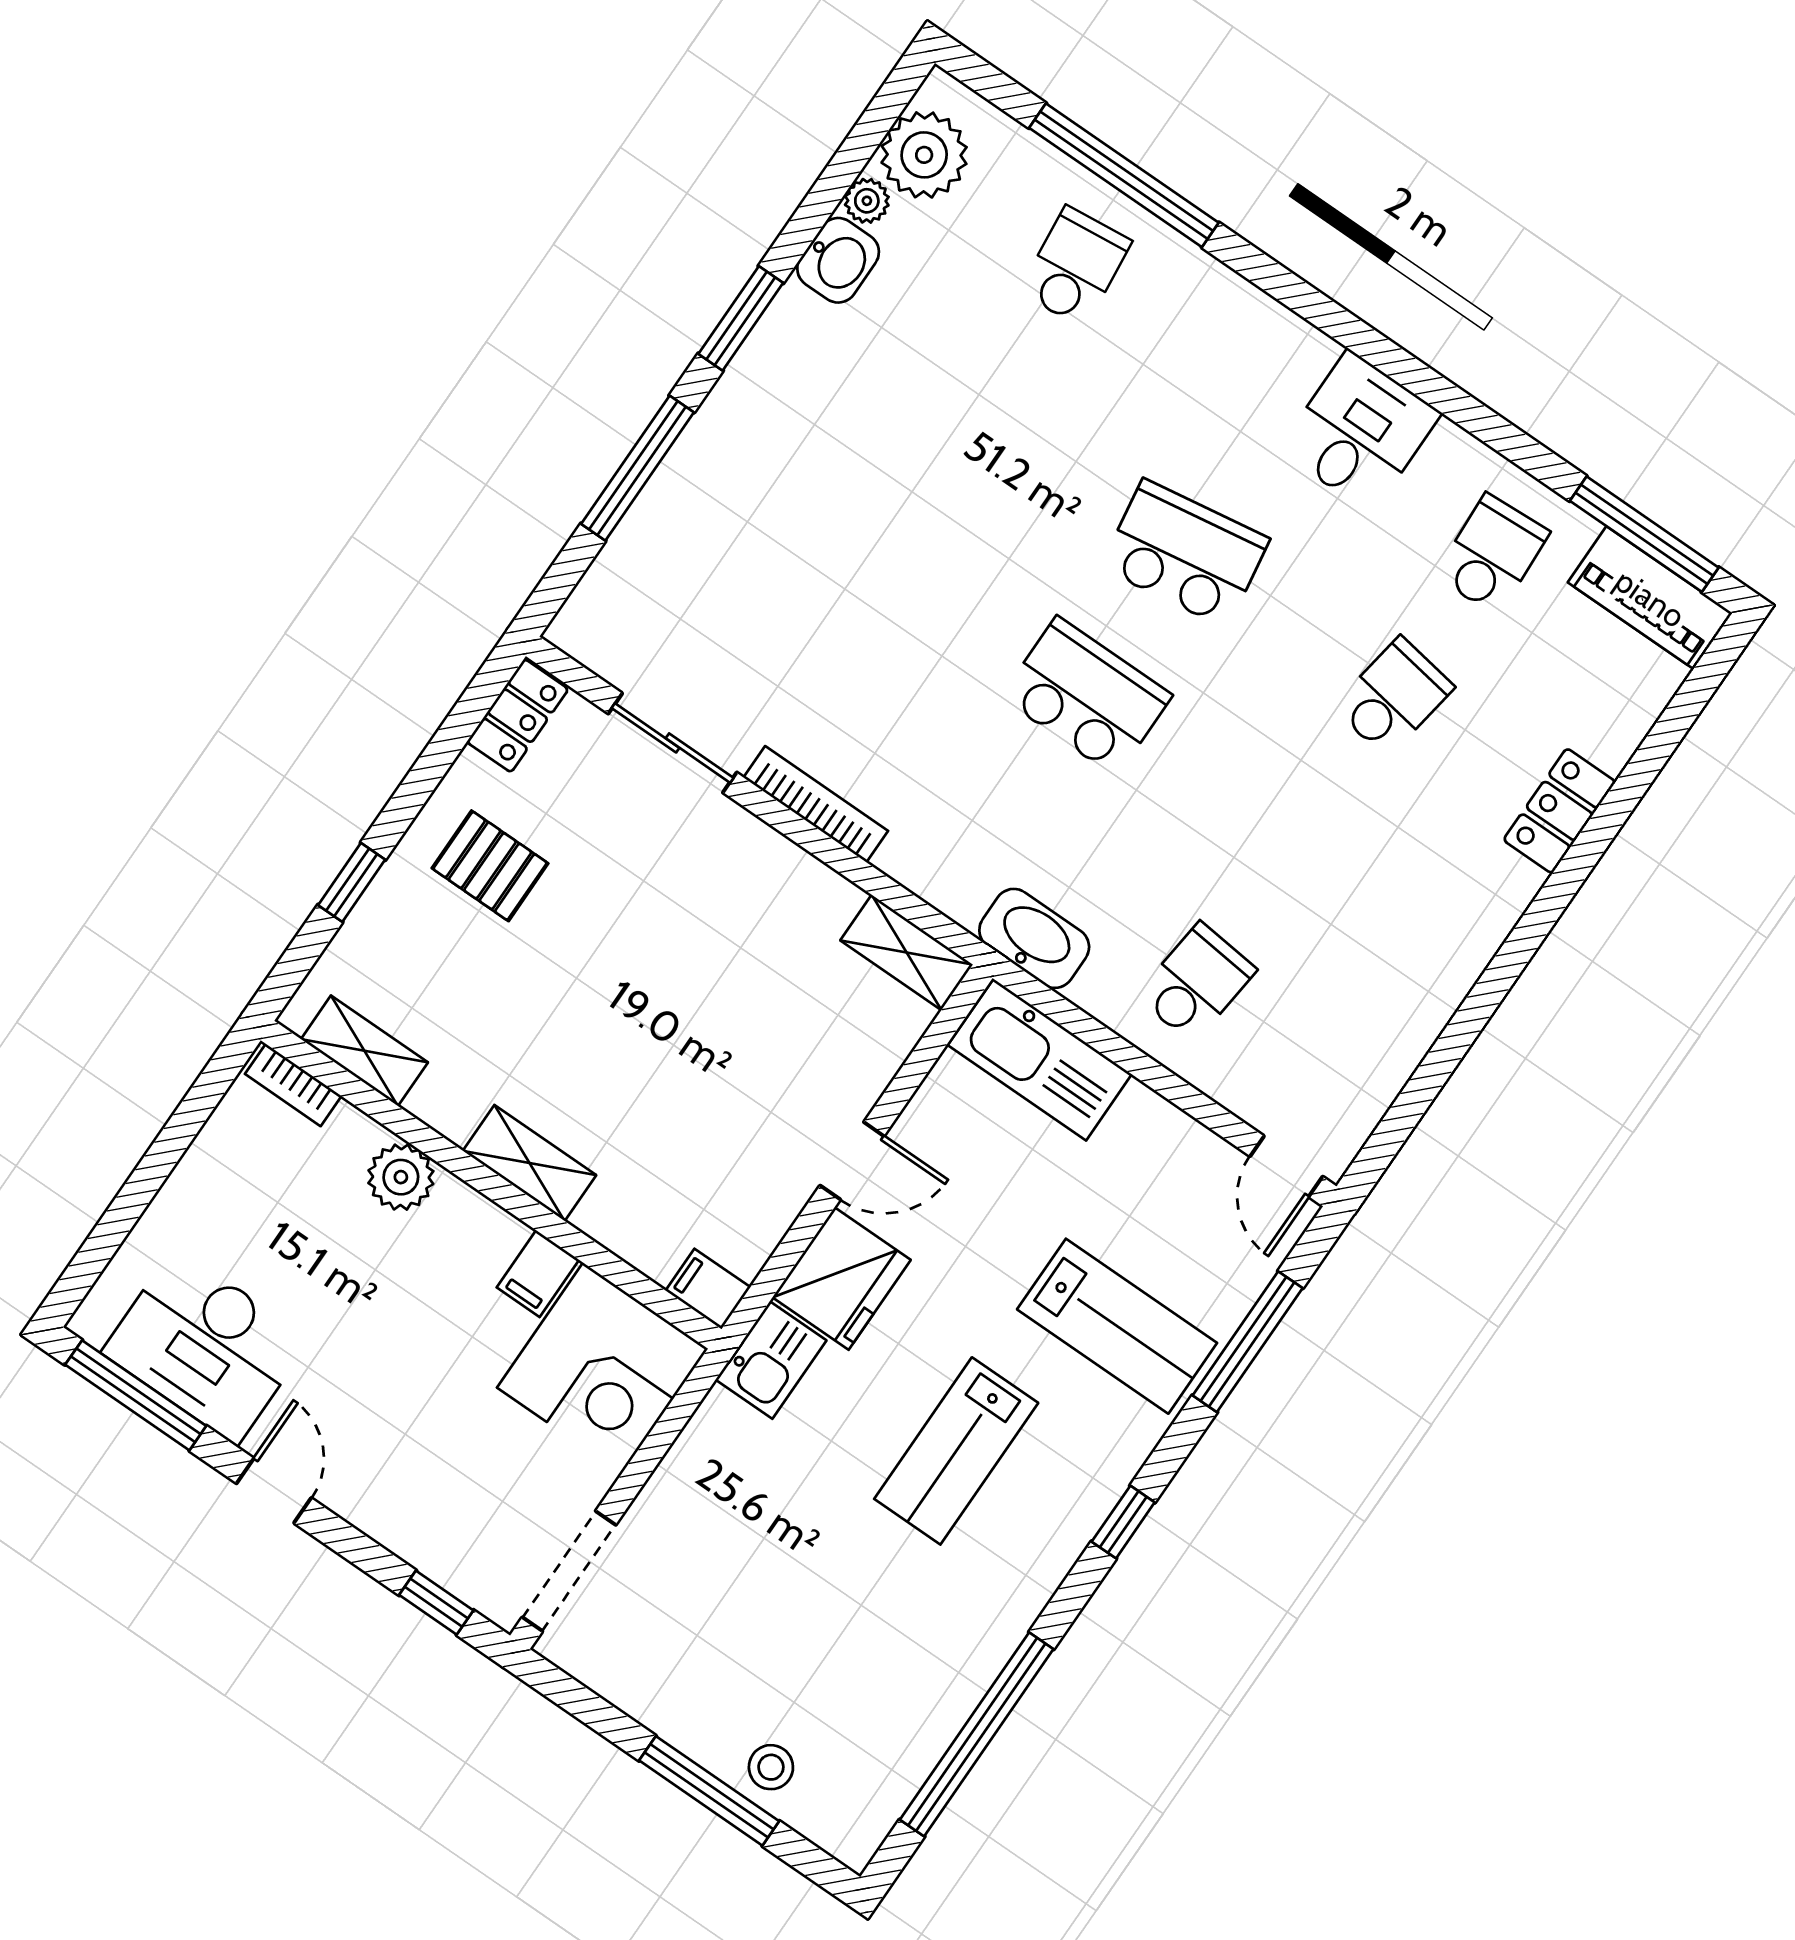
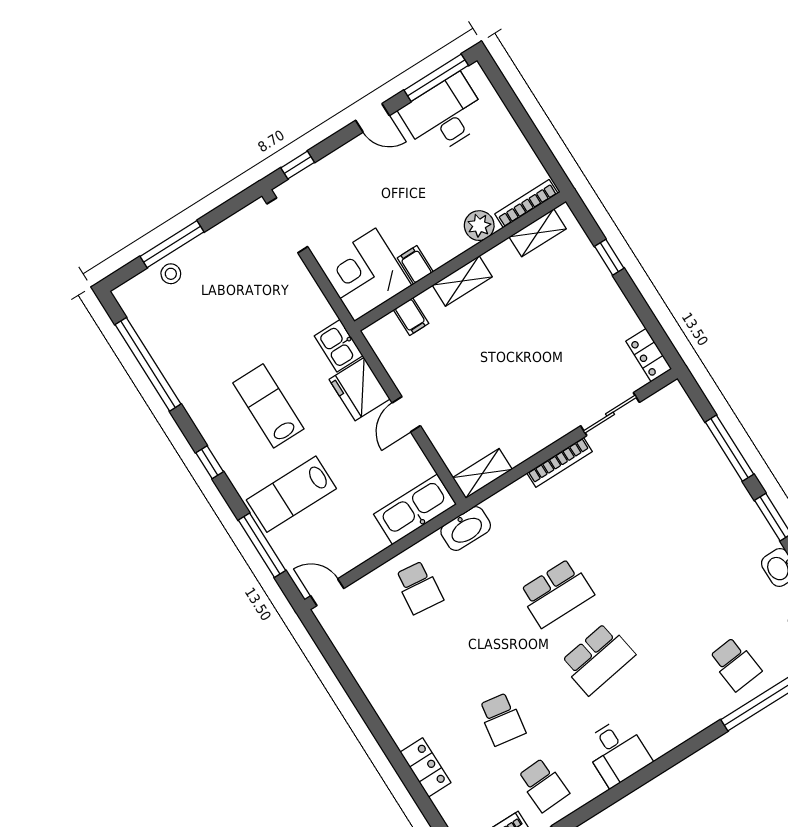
pallet: (490, 866) -> (592, 317), removed
bookcase: (293, 1085) -> (526, 204), width x1.56
filing cabinet: (708, 1289) -> (411, 317), moved, turned 90

